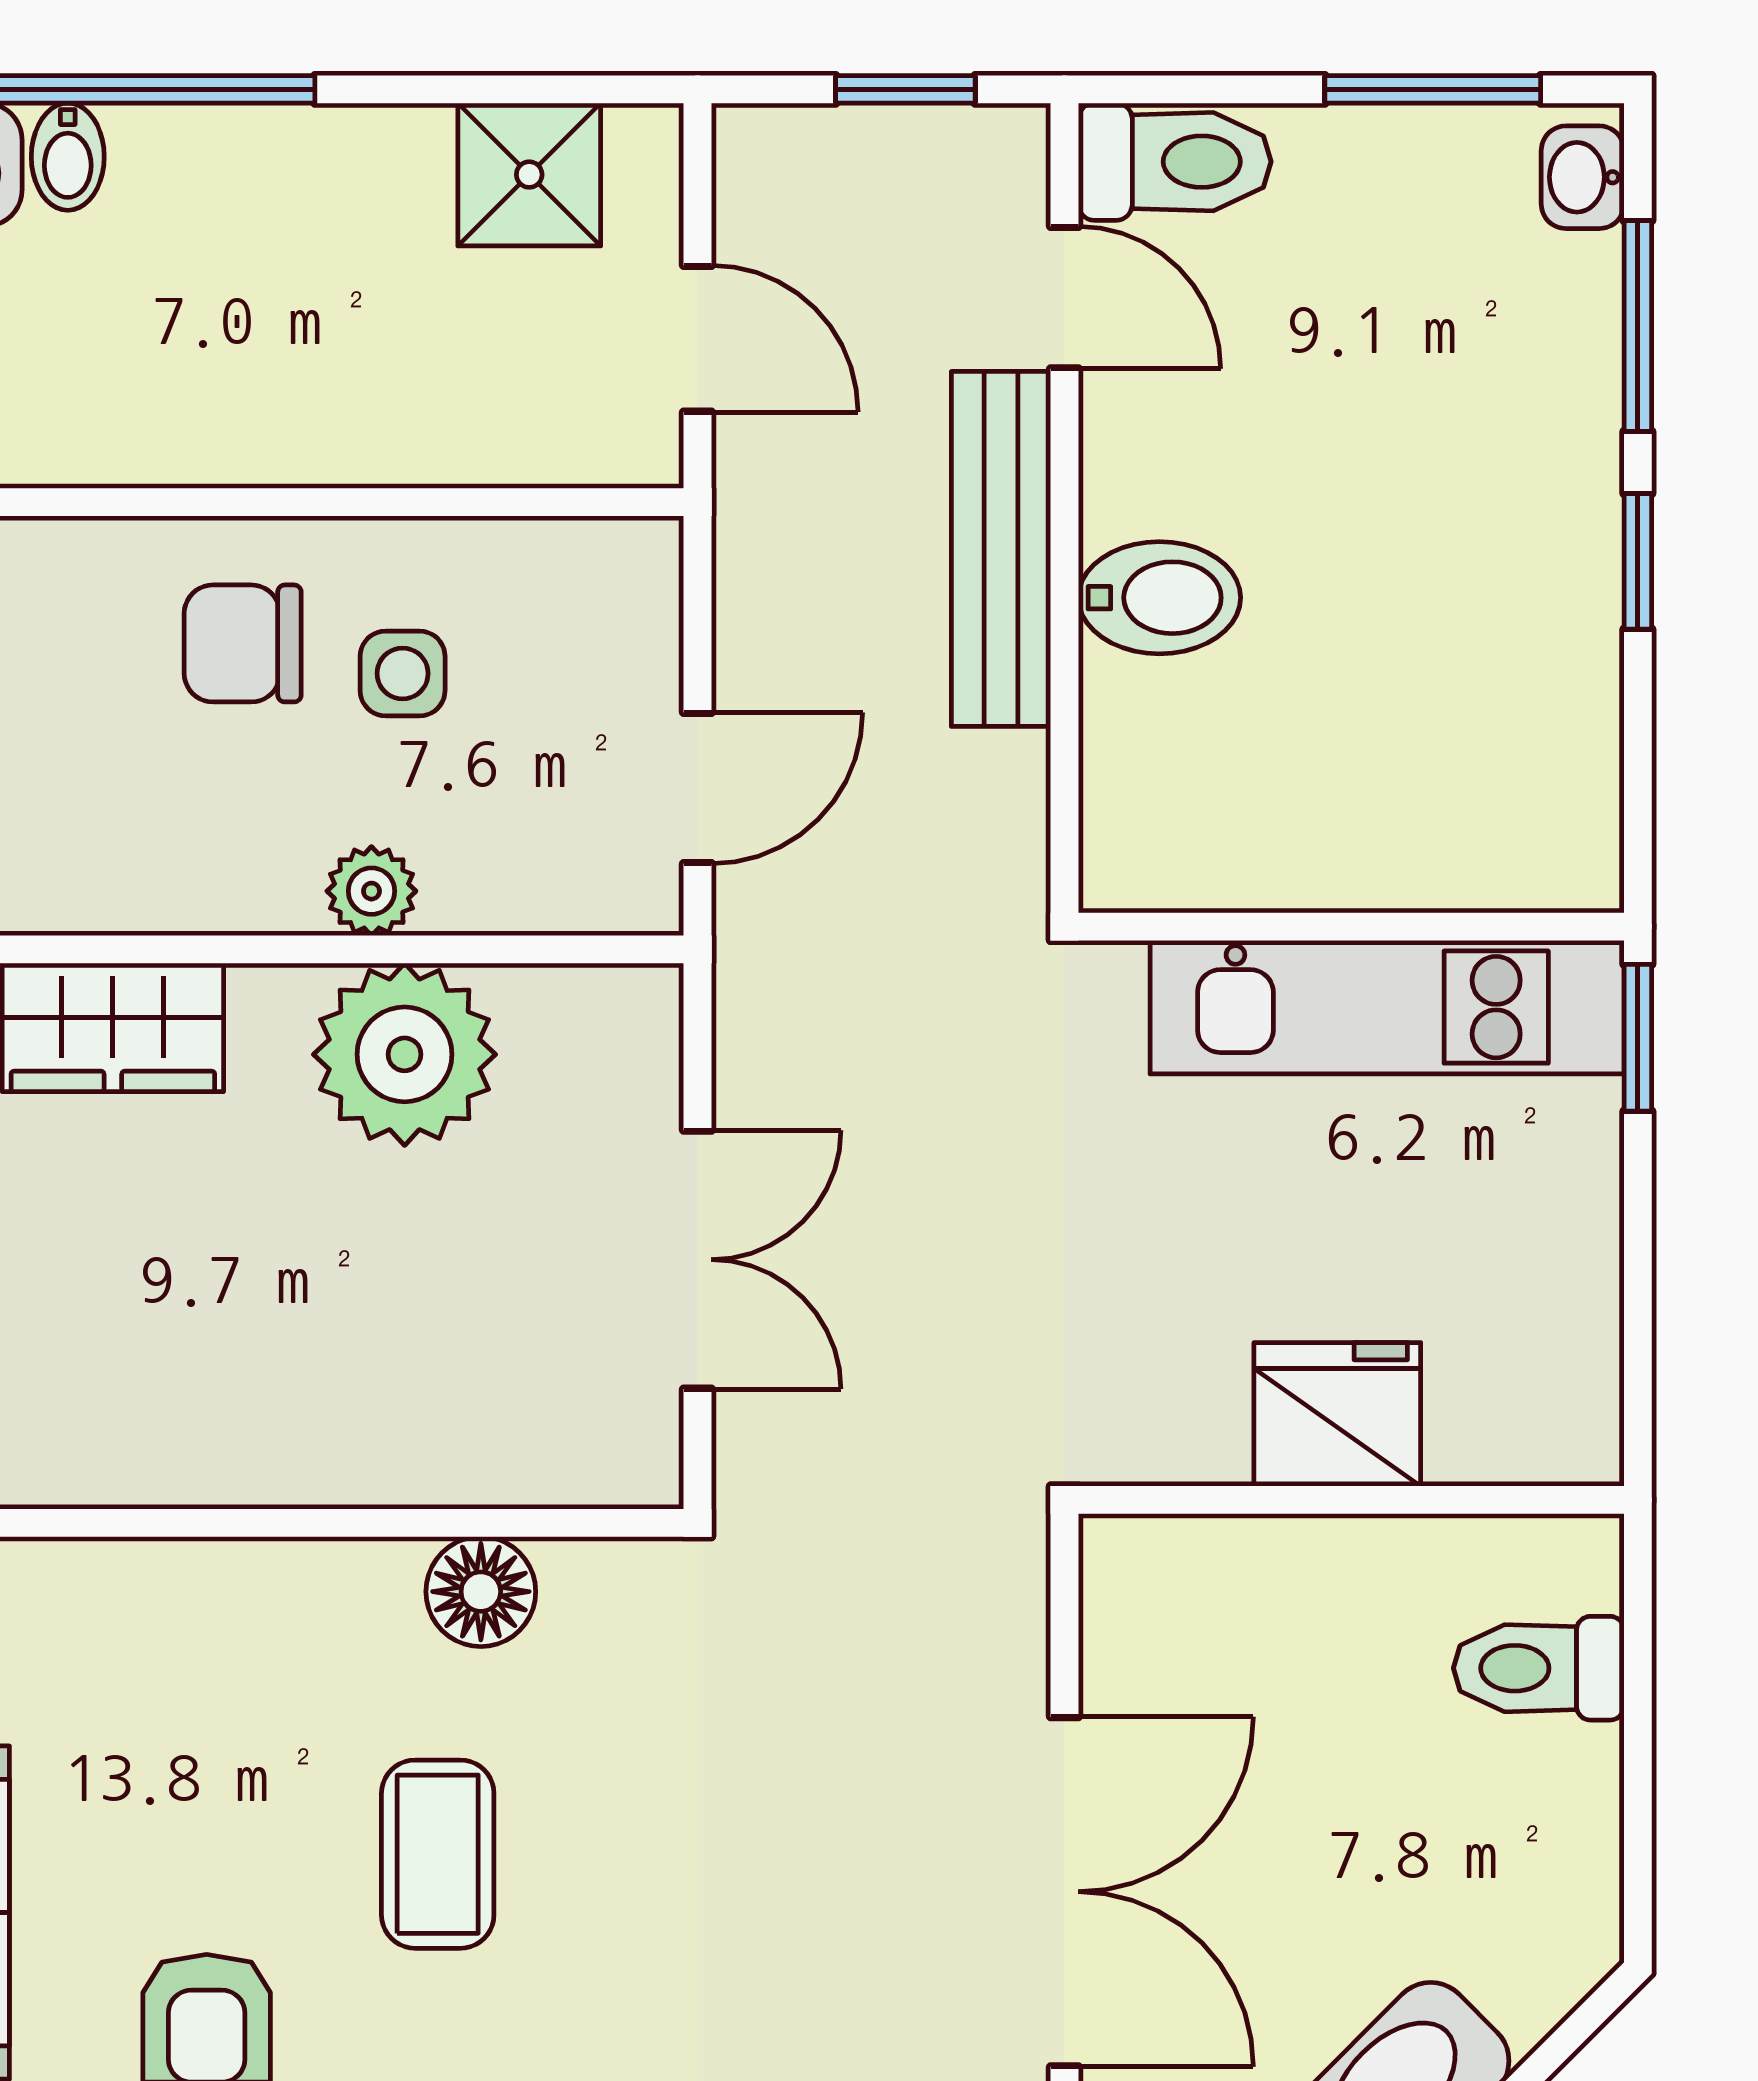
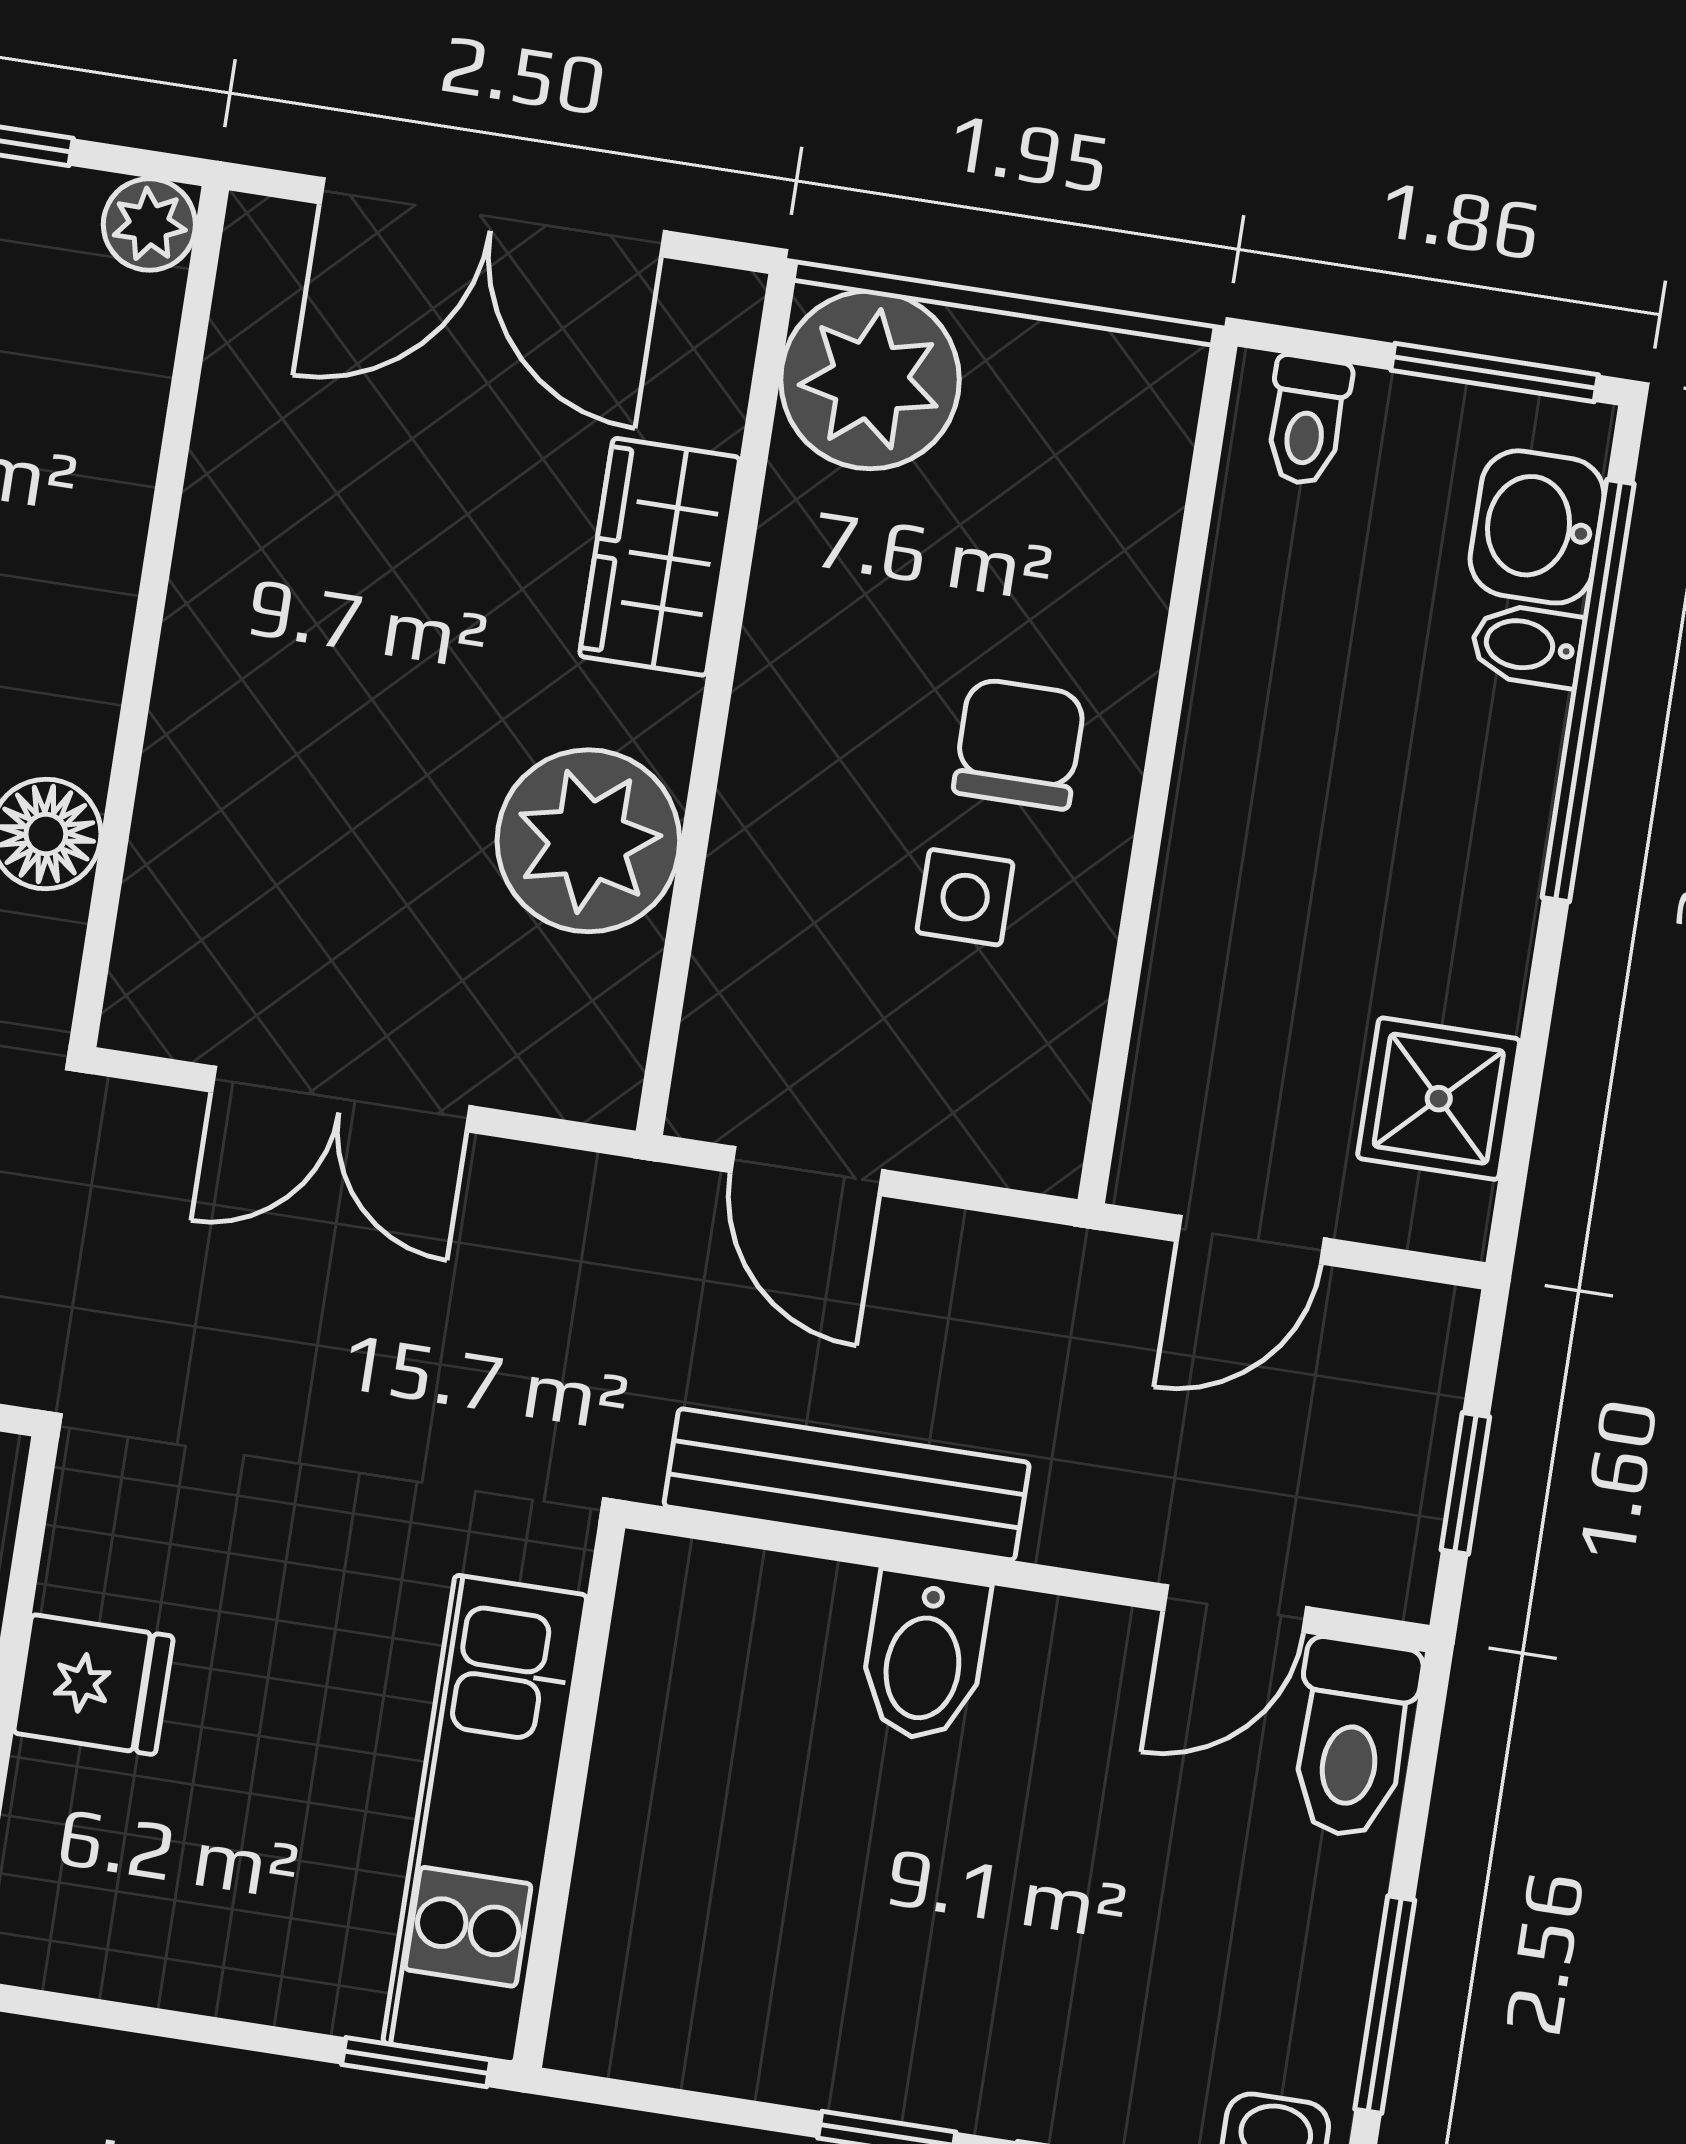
bench: (1001, 549) -> (847, 1484), moved
plant: (371, 891) -> (755, 833), removed
fridge: (1337, 1414) -> (93, 1685), width x0.72

